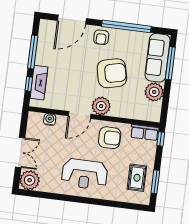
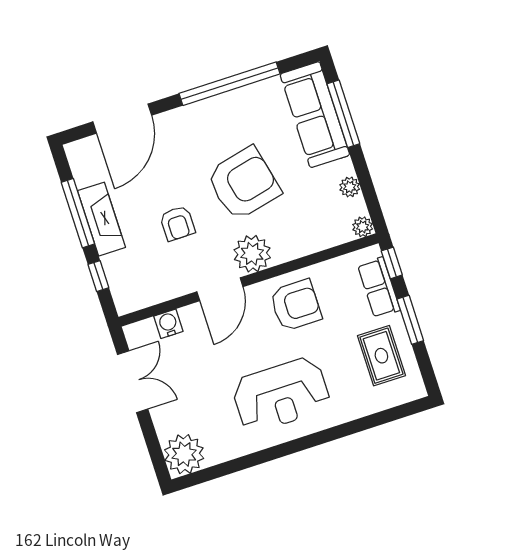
armchair: (101, 37) -> (177, 223), moved
fireplace: (39, 83) -> (101, 219), moved
plant: (154, 92) -> (350, 187), width x0.53, depth x0.53
plant: (155, 117) -> (363, 227), added
row of seats: (145, 132) -> (379, 288), moved, turned 90
double door: (20, 152) -> (133, 382), moved
window: (155, 182) -> (410, 320), moved

